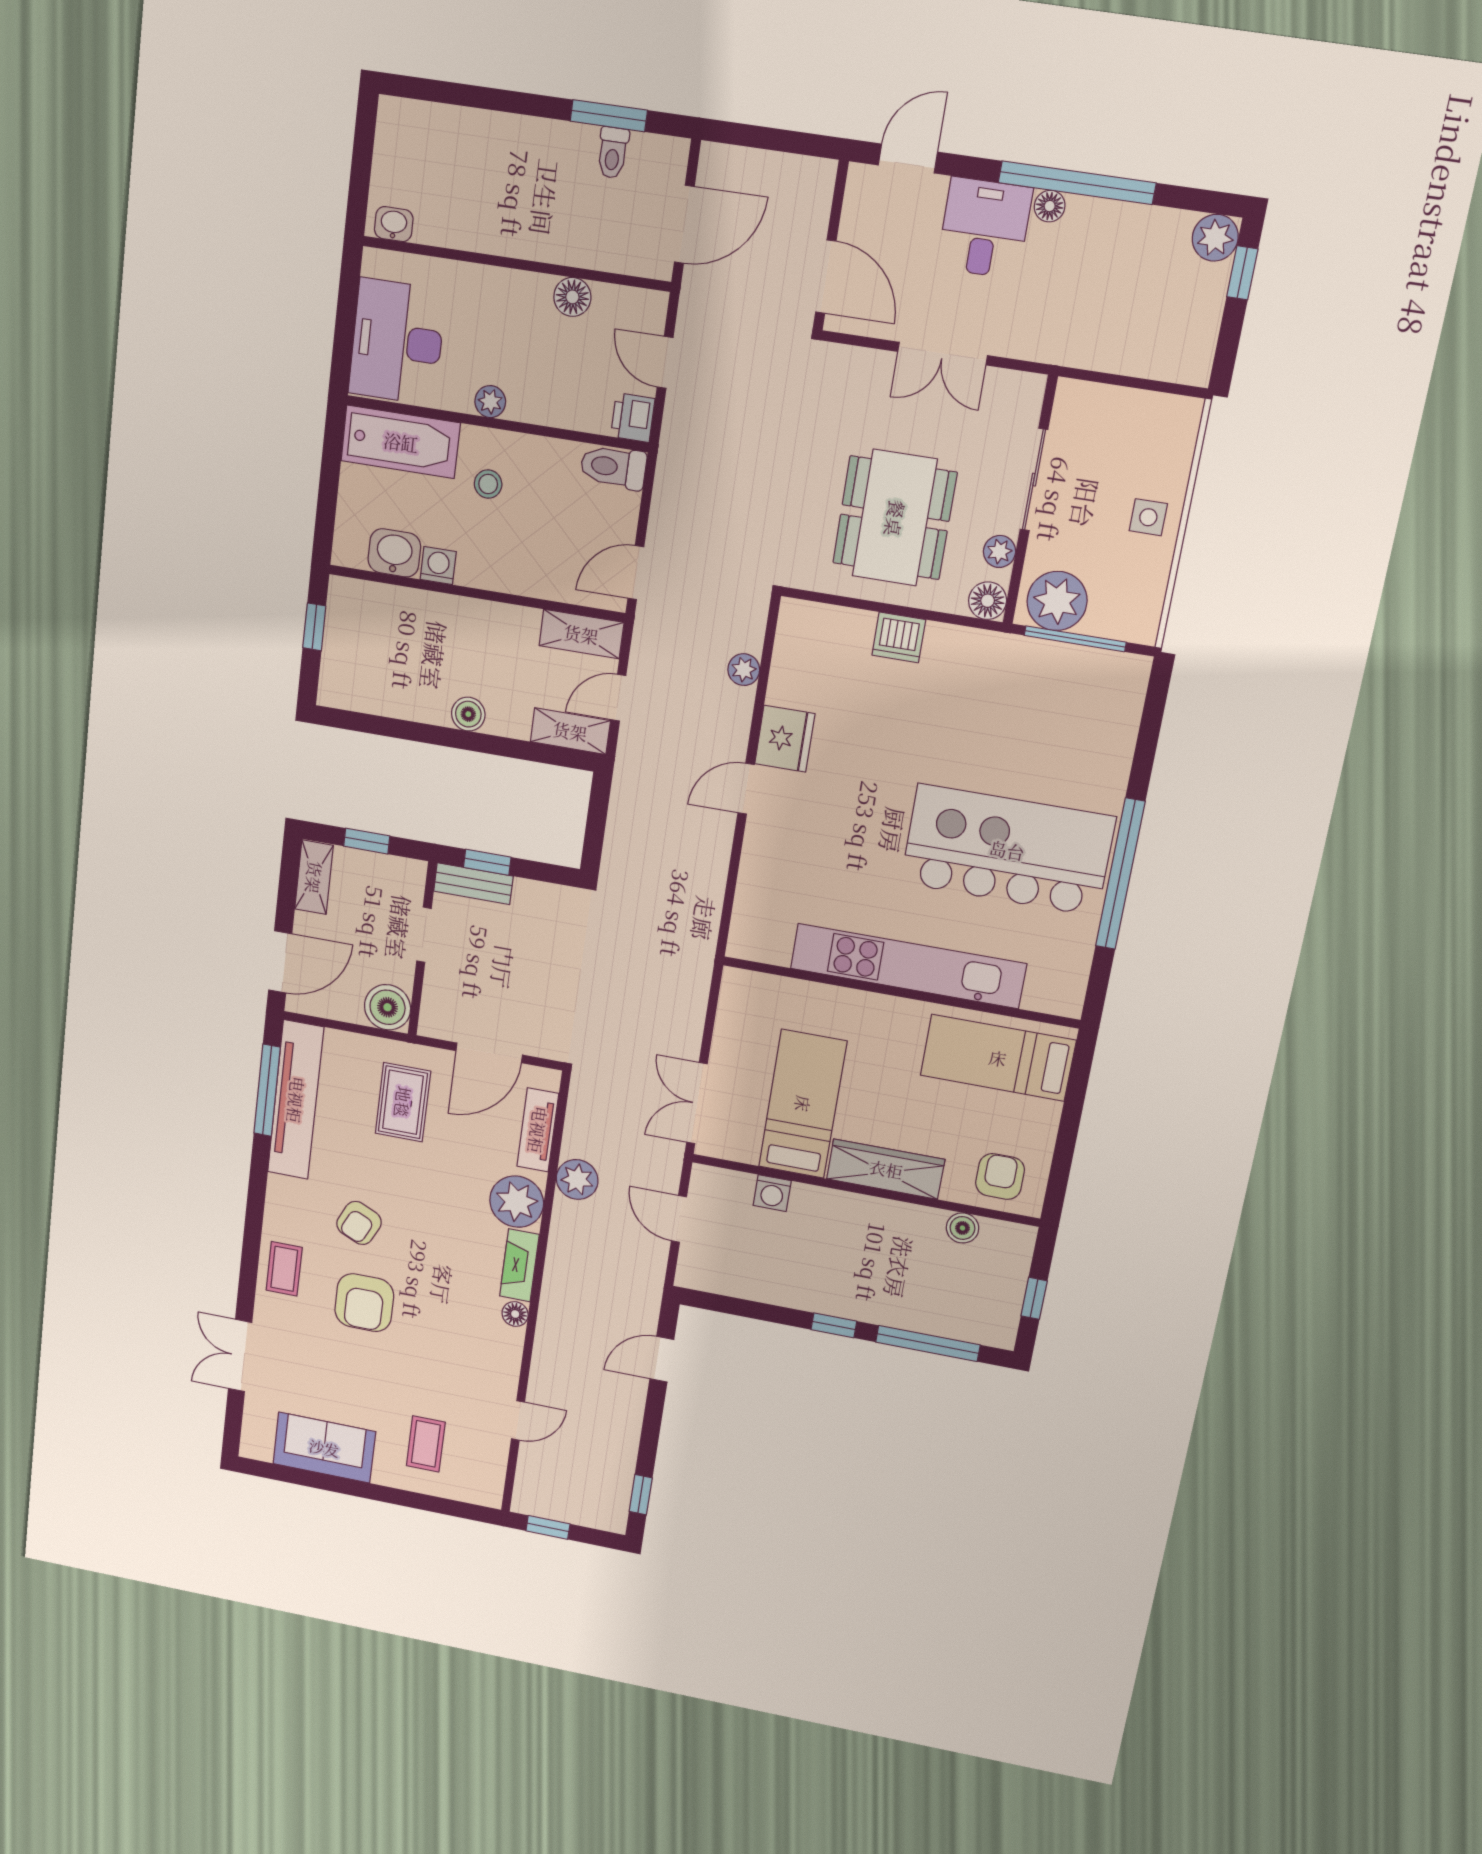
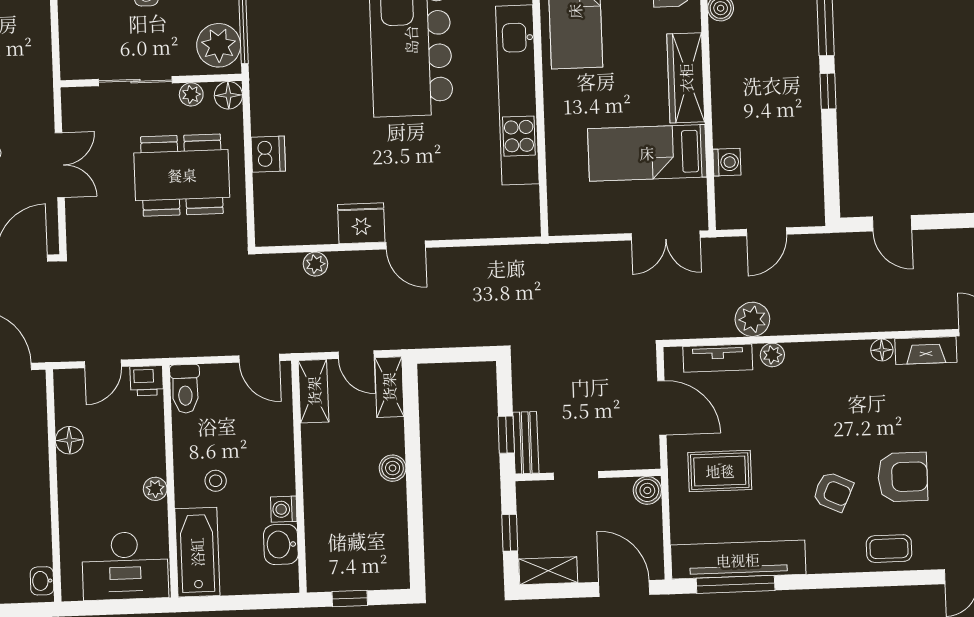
boiler: (388, 1007) -> (647, 490), width x0.73, depth x0.73
plant: (517, 1202) -> (772, 355), width x0.53, depth x0.53
fireplace: (519, 1265) -> (926, 350), moved

